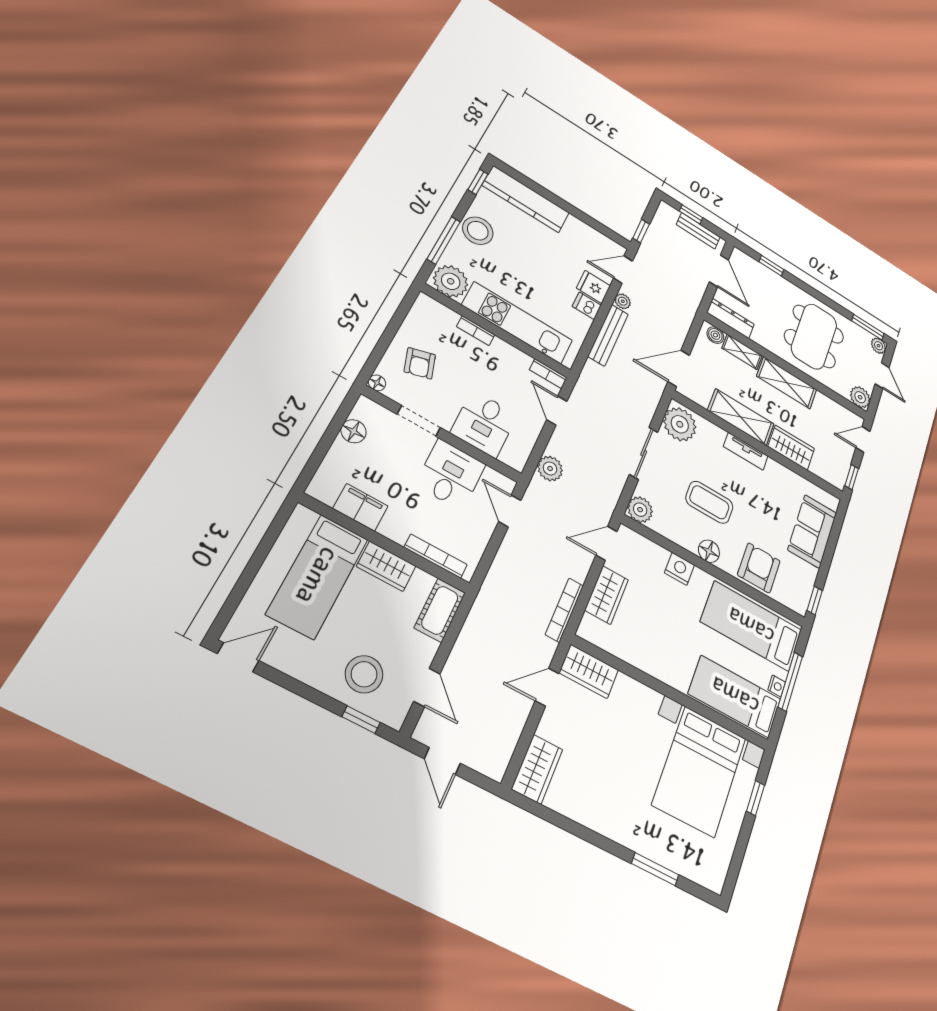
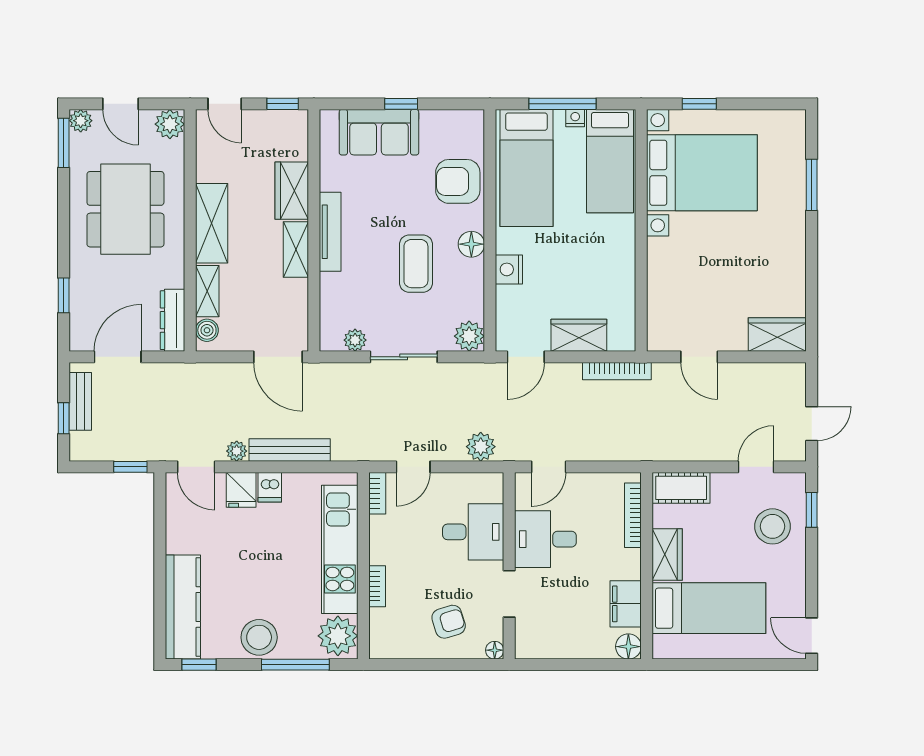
dining table: (814, 336) -> (125, 209), turned 90
door: (882, 376) -> (120, 104), swing flipped
shelving: (741, 417) -> (296, 249), width x0.67, depth x0.75
plant: (680, 424) -> (355, 340), width x0.53, depth x0.53
floor lamp: (354, 431) -> (628, 647), moved
tv unit: (746, 451) -> (330, 232), width x1.41
door: (607, 543) -> (526, 357), hinge flipped
window: (815, 600) -> (401, 104), moved
wardrobe: (589, 671) -> (663, 322), removed

